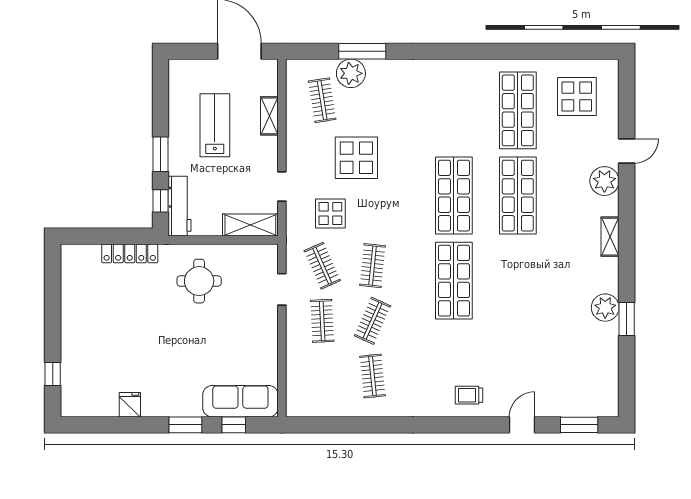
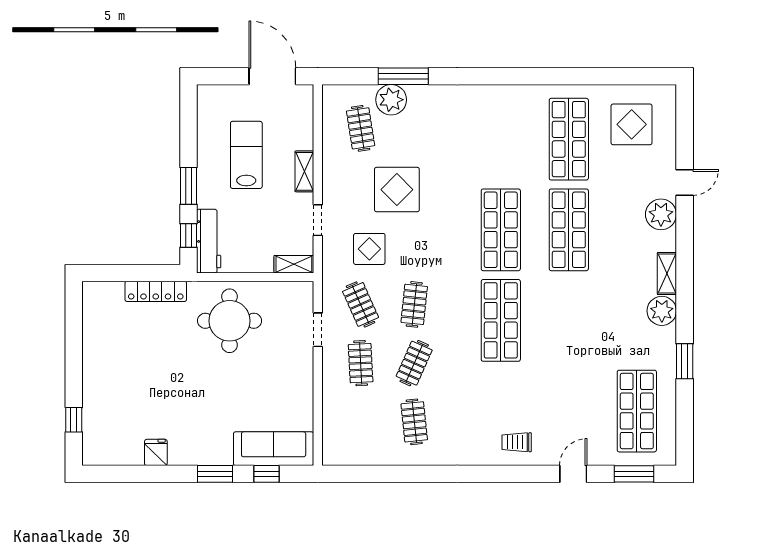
shelving: (269, 116) -> (304, 171), moved
shelving: (250, 225) -> (294, 264), width x0.67, depth x0.75
round table: (199, 281) -> (230, 321), width x1.36, depth x1.36
plant: (605, 308) -> (662, 311), moved
shop shelf: (582, 366) -> (637, 411), added

